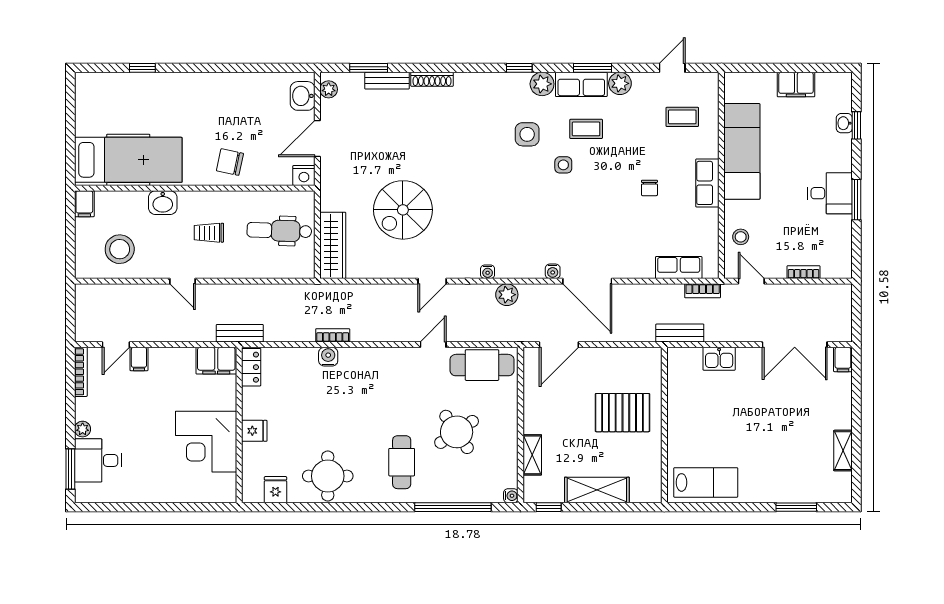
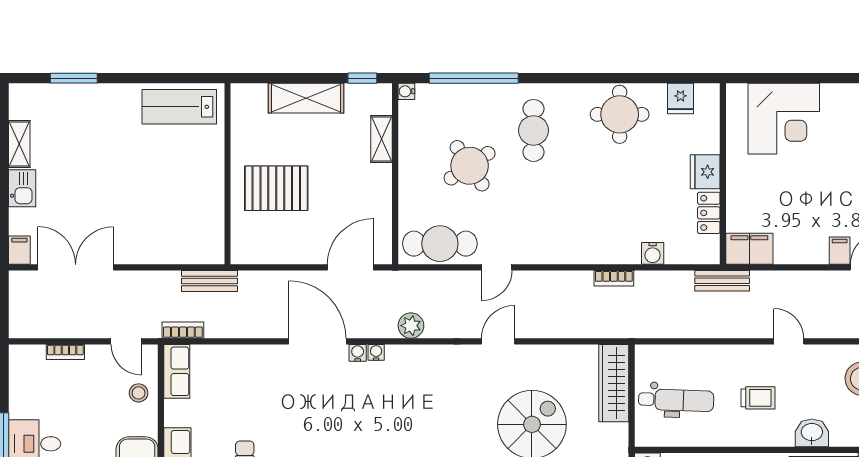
row of seats: (679, 268) -> (177, 371), moved, turned -90
water cooler: (488, 272) -> (376, 352), moved
water cooler: (328, 357) -> (653, 253), moved
kitchen sink: (719, 359) -> (22, 188), moved, turned 90
locker: (251, 367) -> (709, 213), moved
fridge: (254, 431) -> (705, 172), width x1.38
corner desk: (206, 442) -> (784, 119), moved, turned 90

